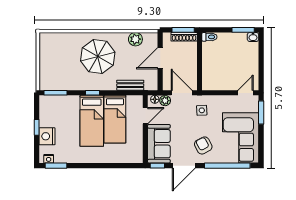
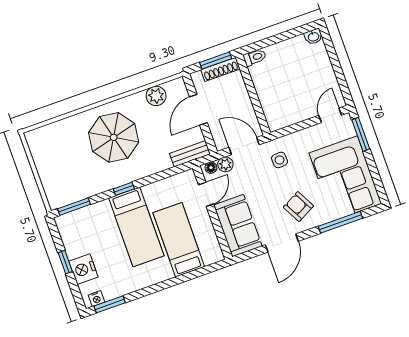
window: (243, 30) -> (297, 32), removed
bench: (130, 85) -> (190, 154), moved
bed: (115, 119) -> (179, 240), moved, turned 180
window: (157, 166) -> (246, 256), removed
window: (227, 166) -> (340, 222), width x0.68

